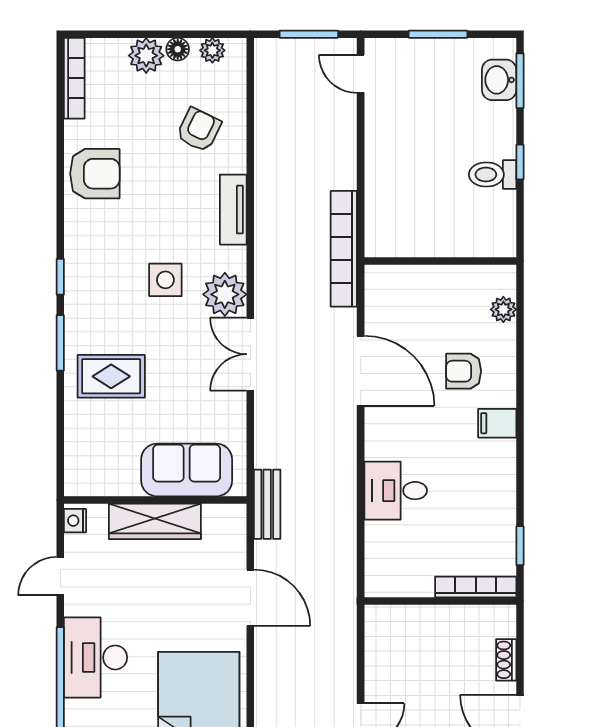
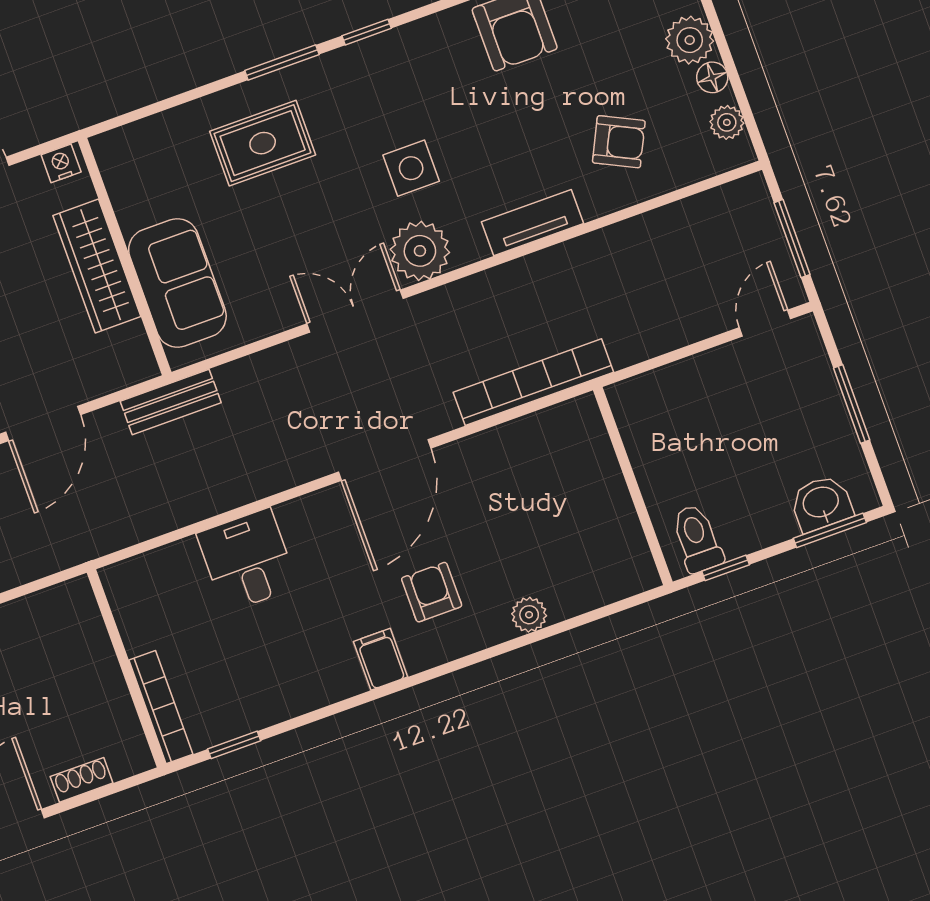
wall: (440, 261) -> (633, 486), moved
rug: (111, 376) -> (263, 143), turned 90

